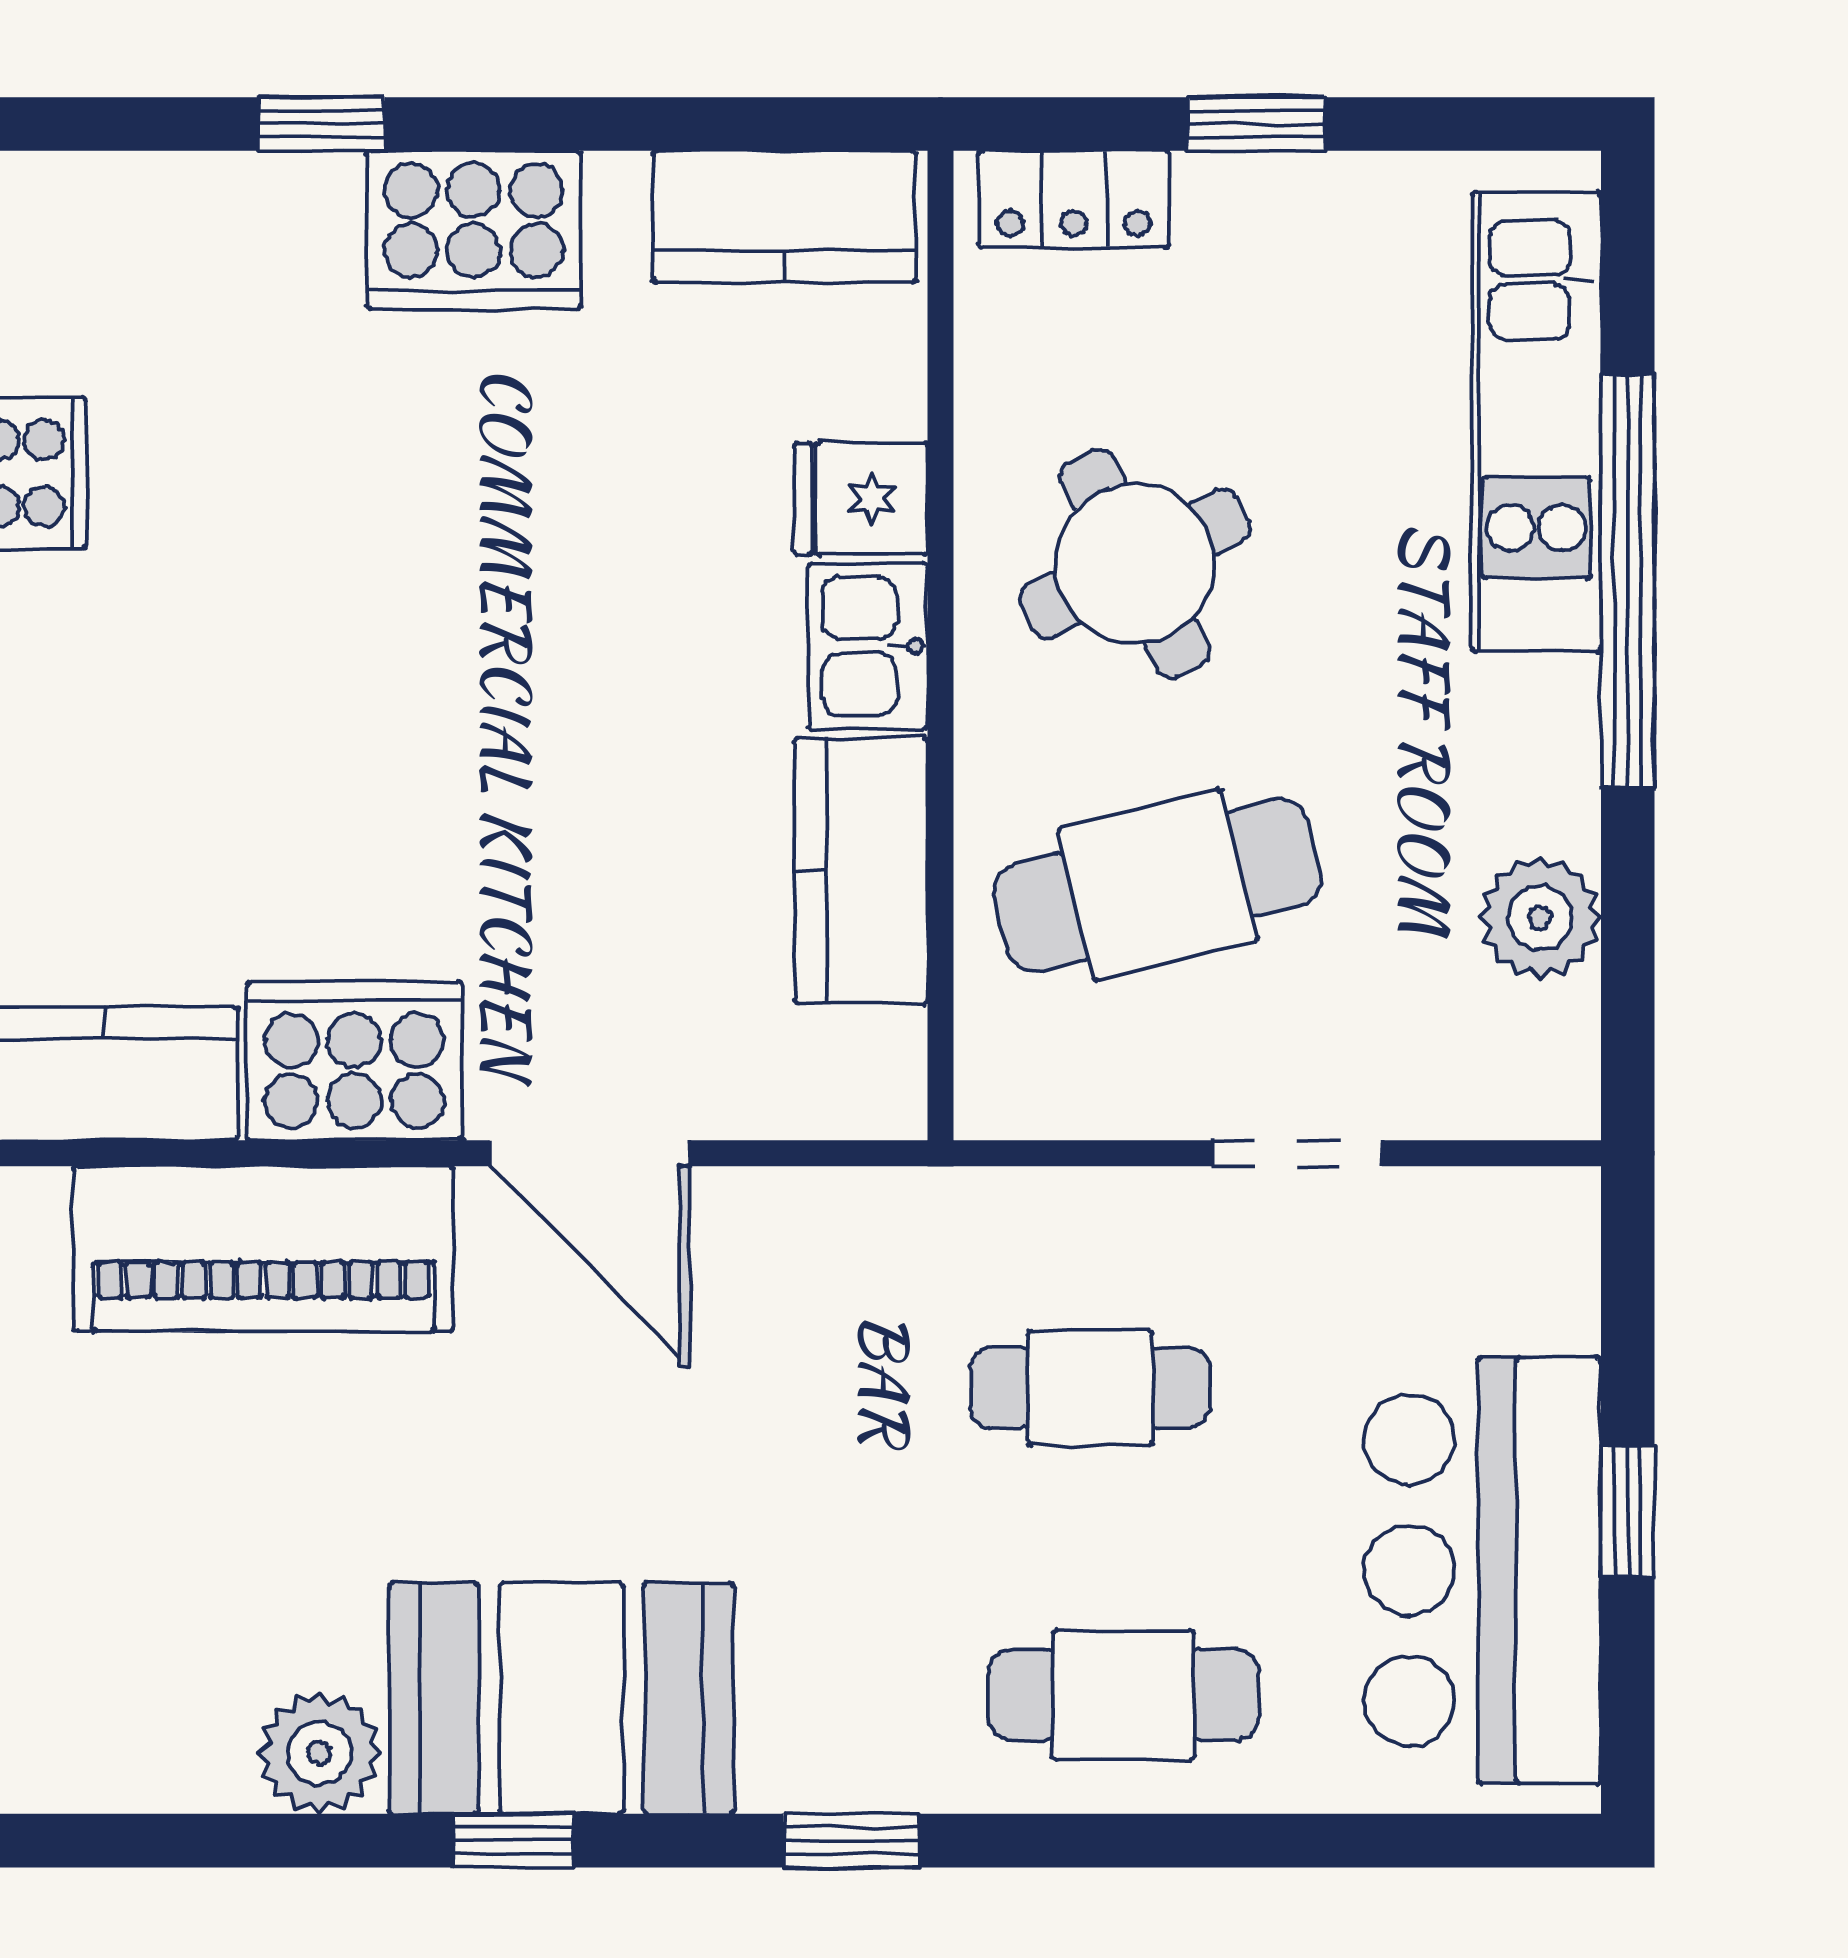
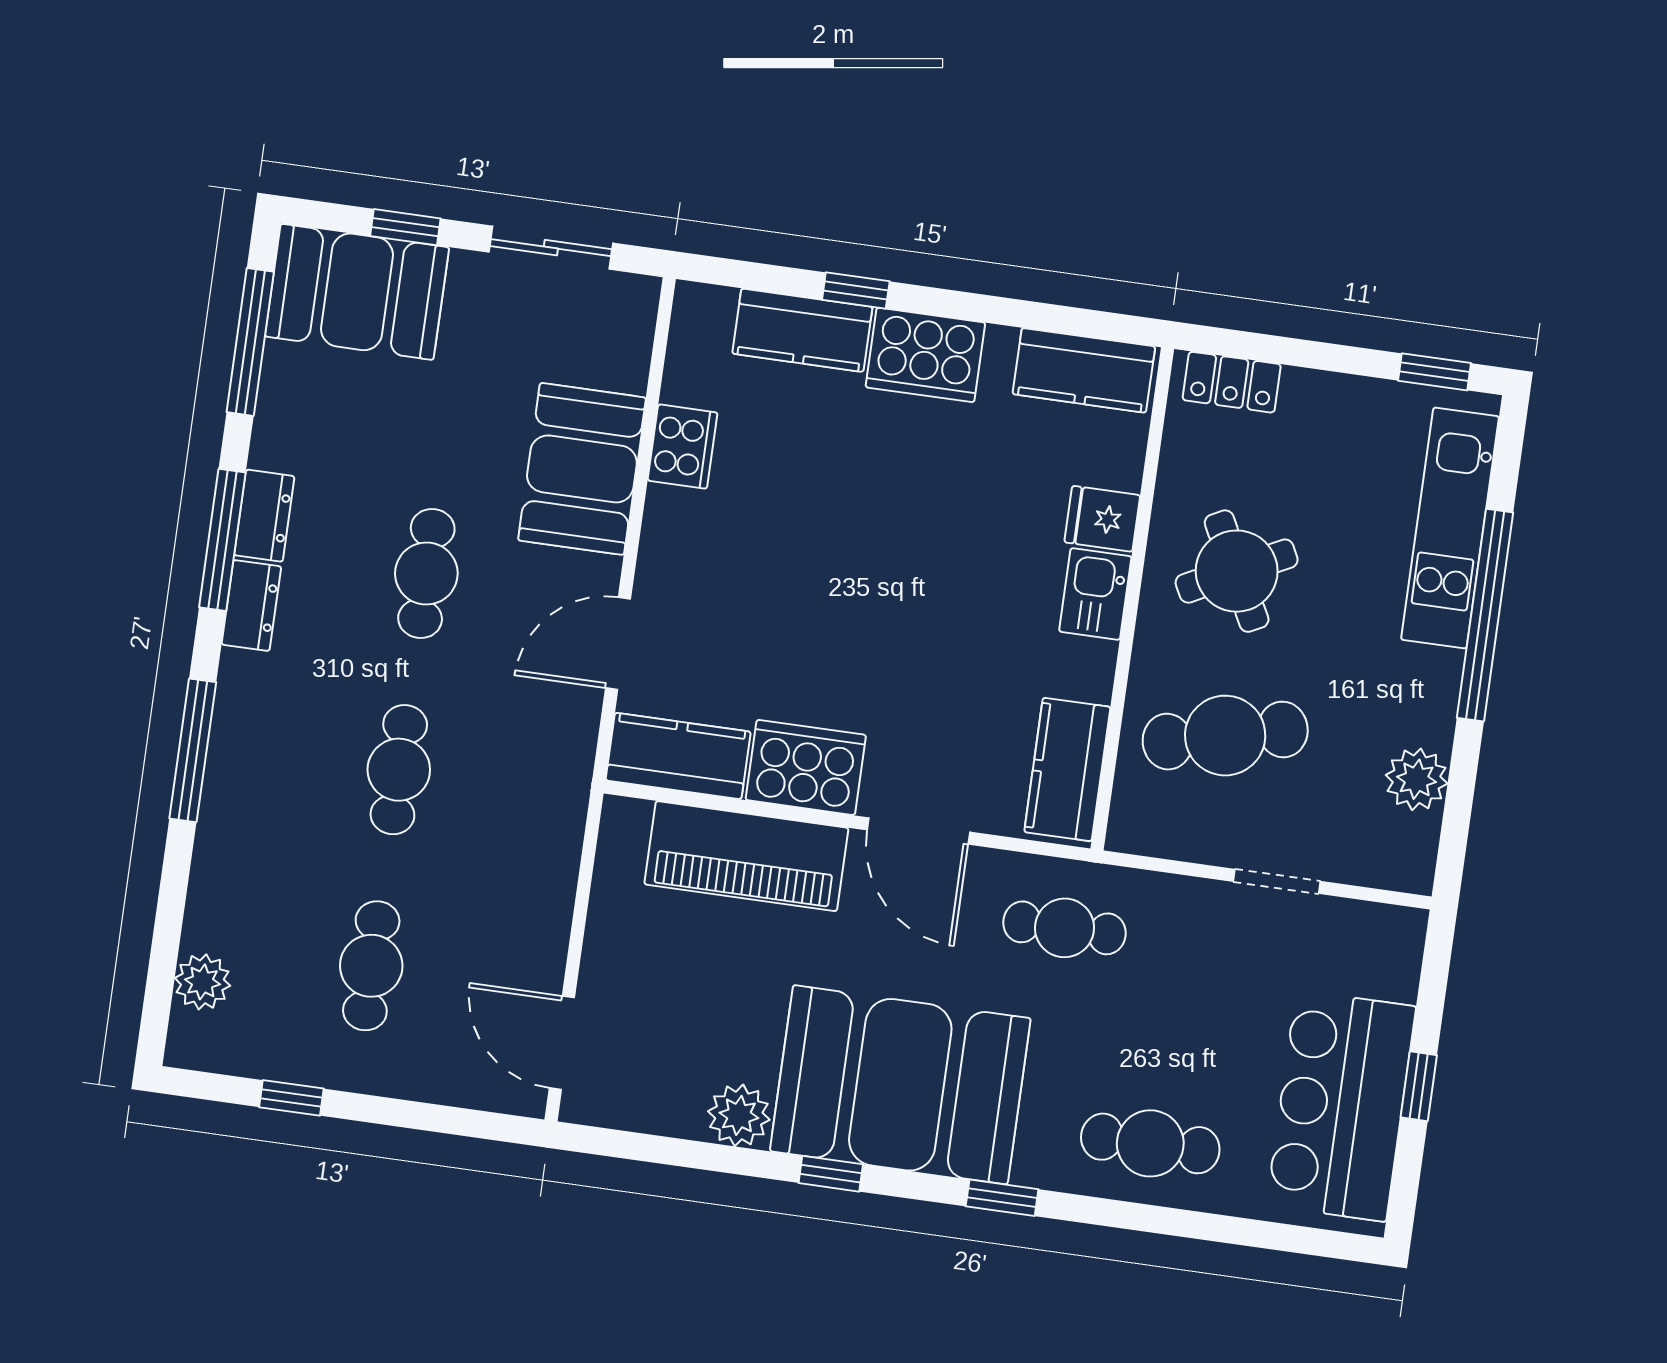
window: (1257, 124) -> (1434, 372), moved
kitchen counter: (229, 215) -> (802, 330), added
kitchen counter: (861, 871) -> (1067, 770), moved
cafe table: (1090, 1388) -> (1065, 928), moved
booth: (561, 1698) -> (900, 1085), width x1.36, depth x1.42

